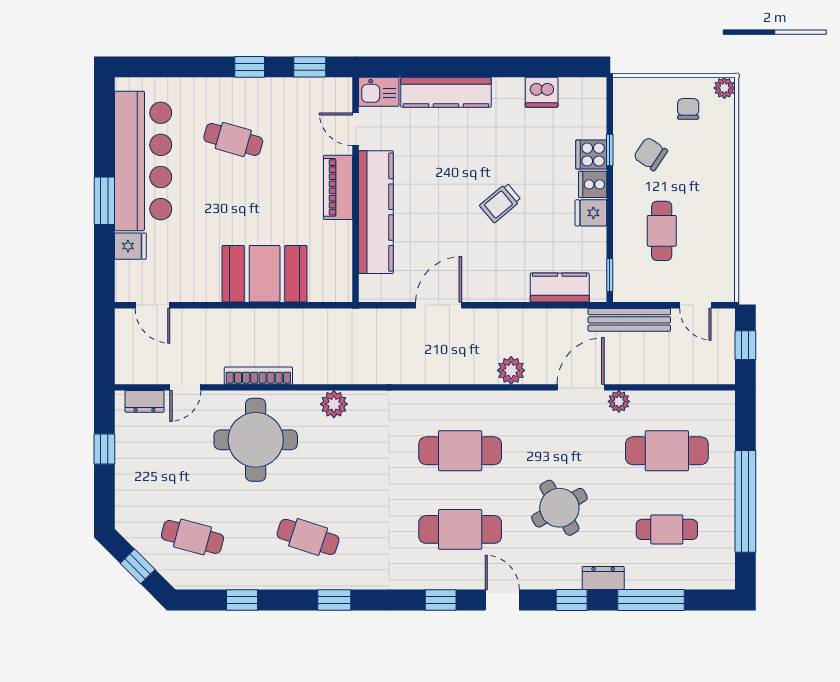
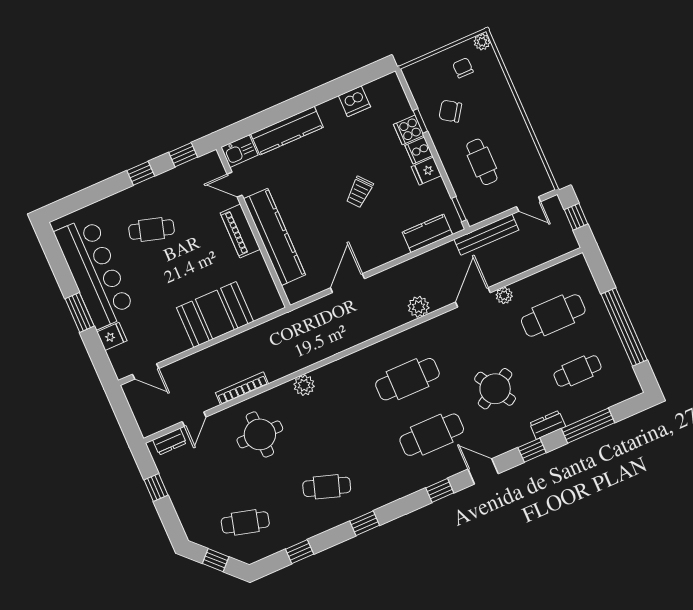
round table: (256, 440) -> (260, 434), width x0.73, depth x0.73

